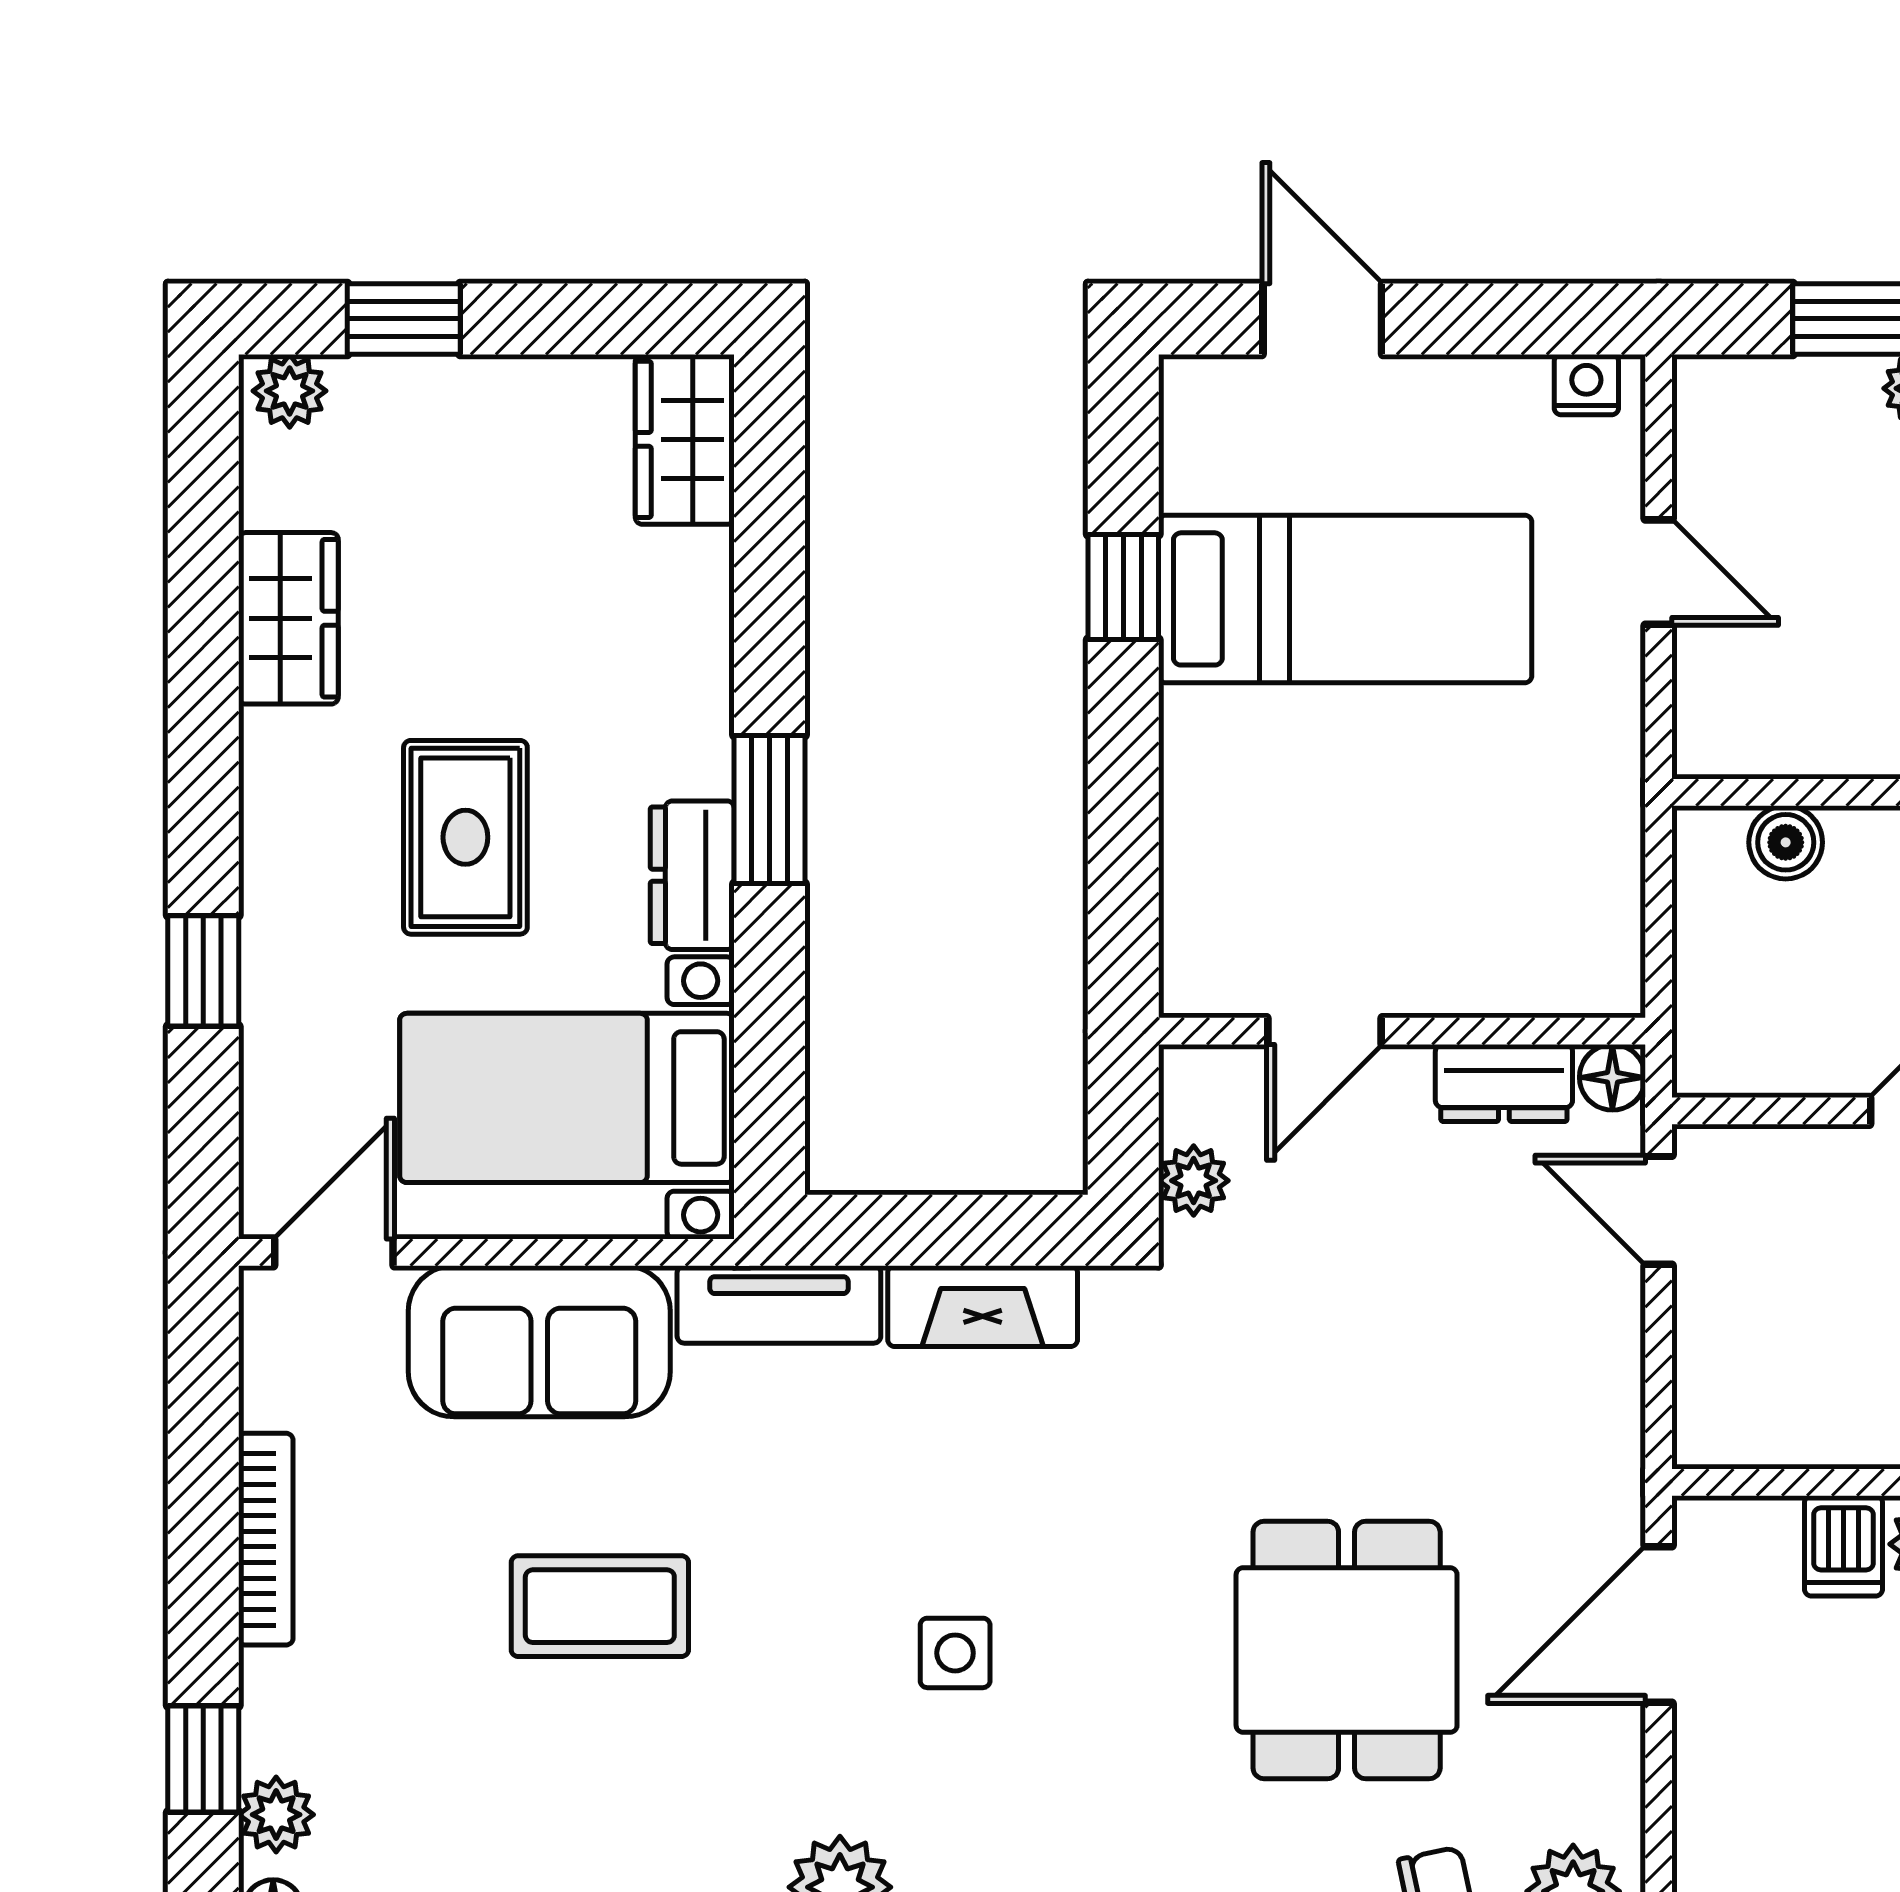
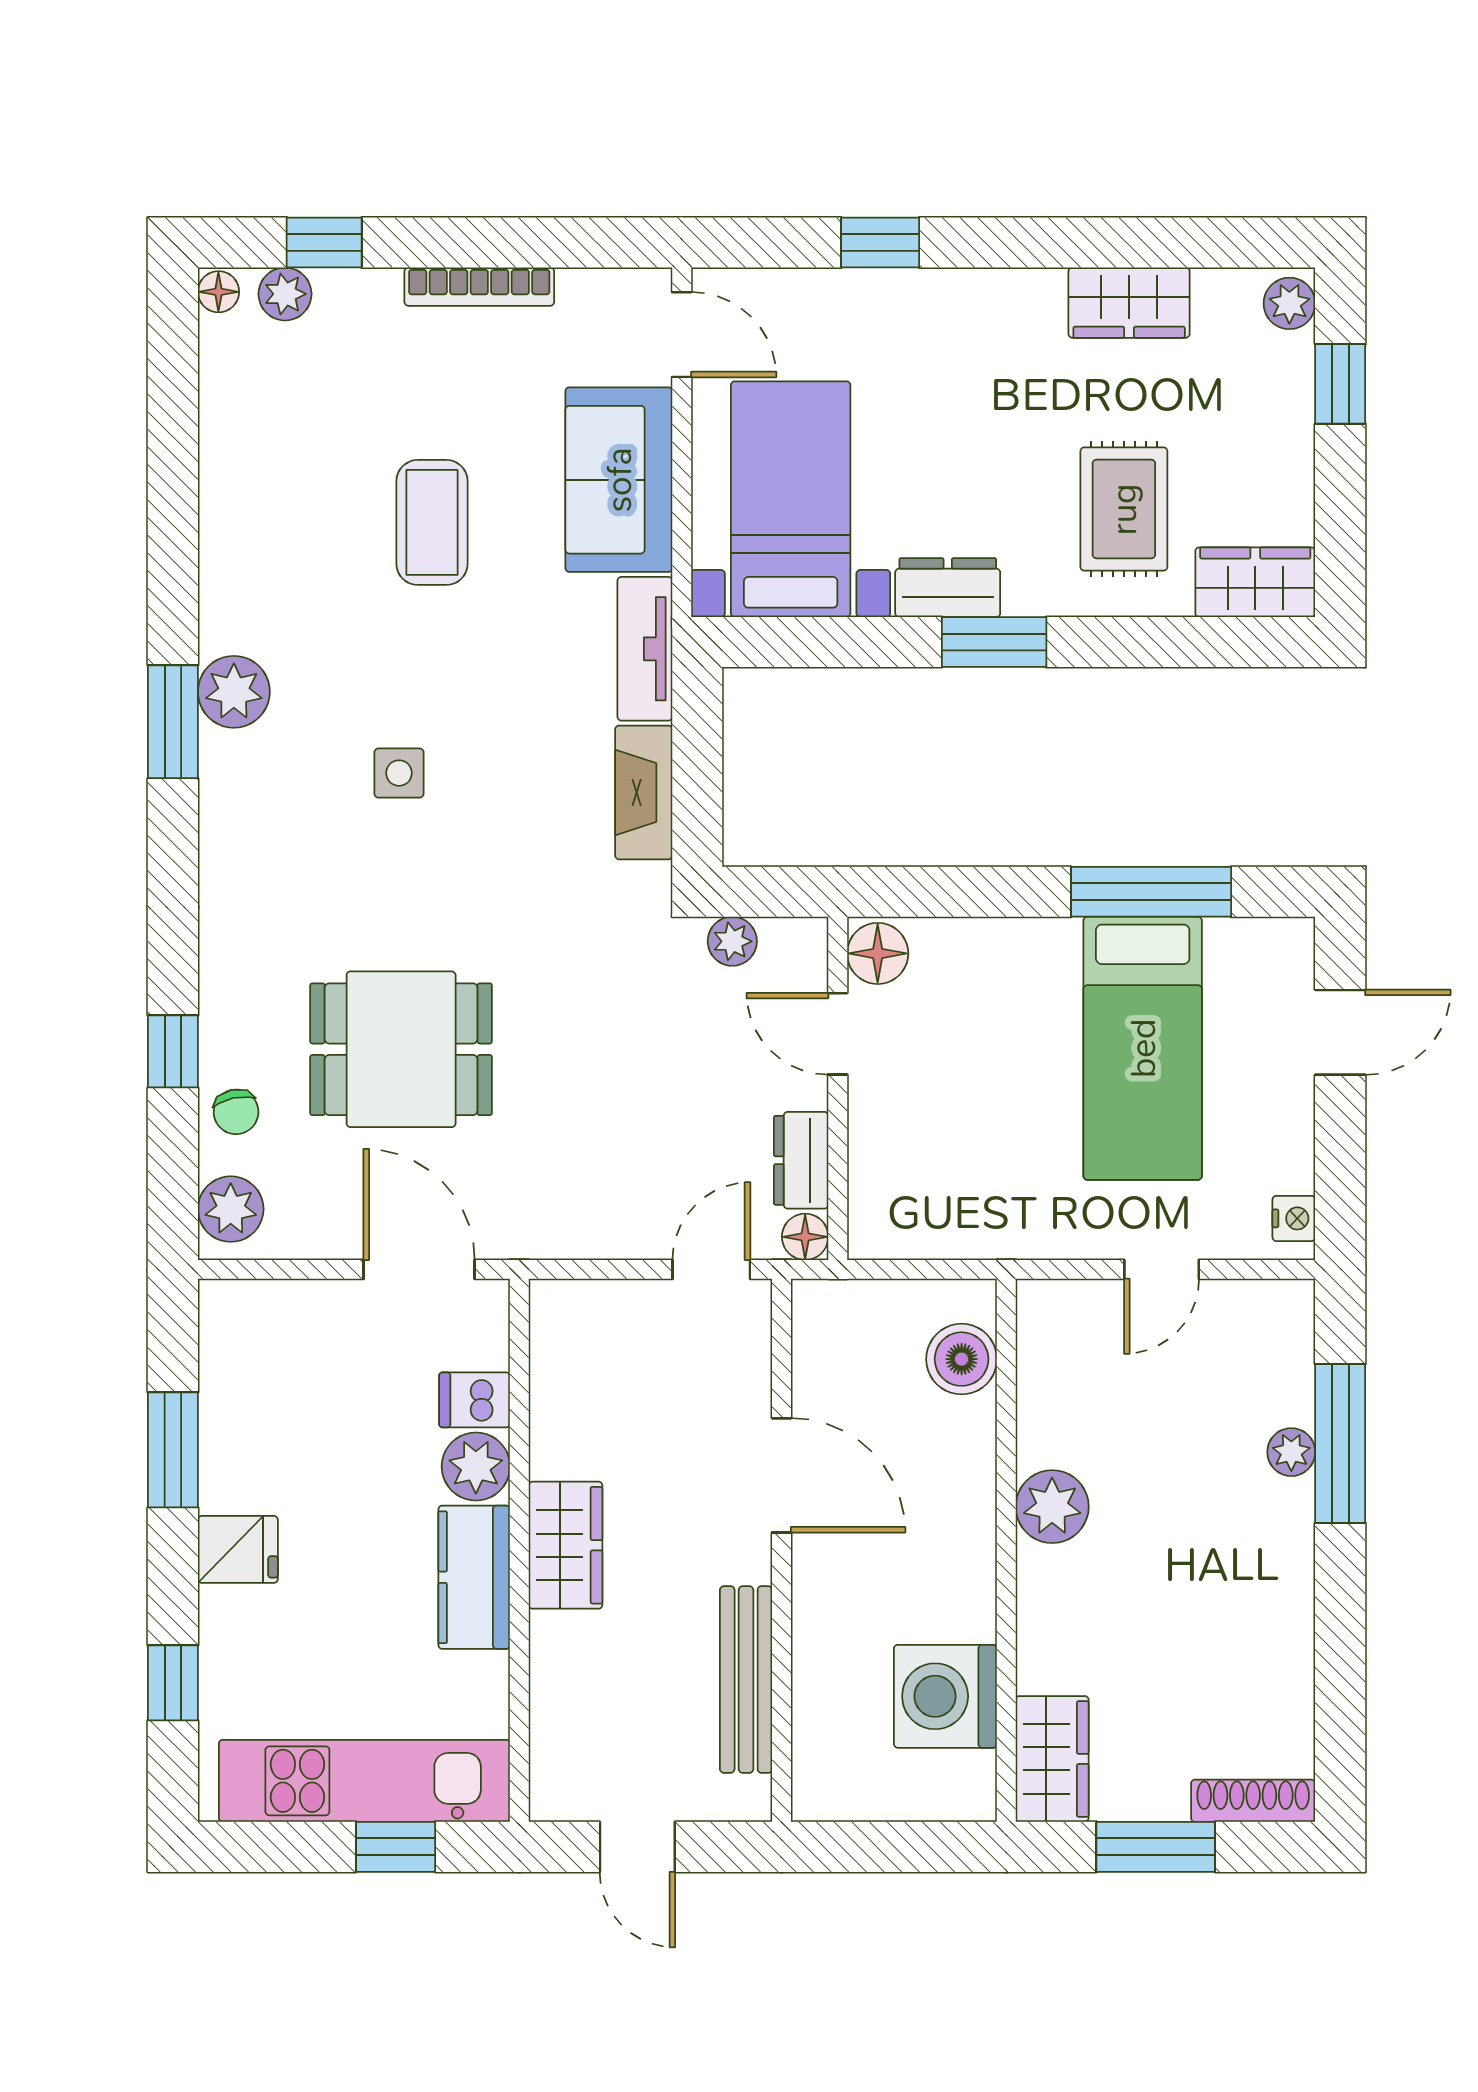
window: (1123, 587) -> (1151, 892), width x2.17
rug: (465, 837) -> (1124, 509), moved, turned 90
boiler: (1786, 842) -> (962, 1359), width x1.36, depth x1.36
floor lamp: (1211, 975) -> (878, 953), added

